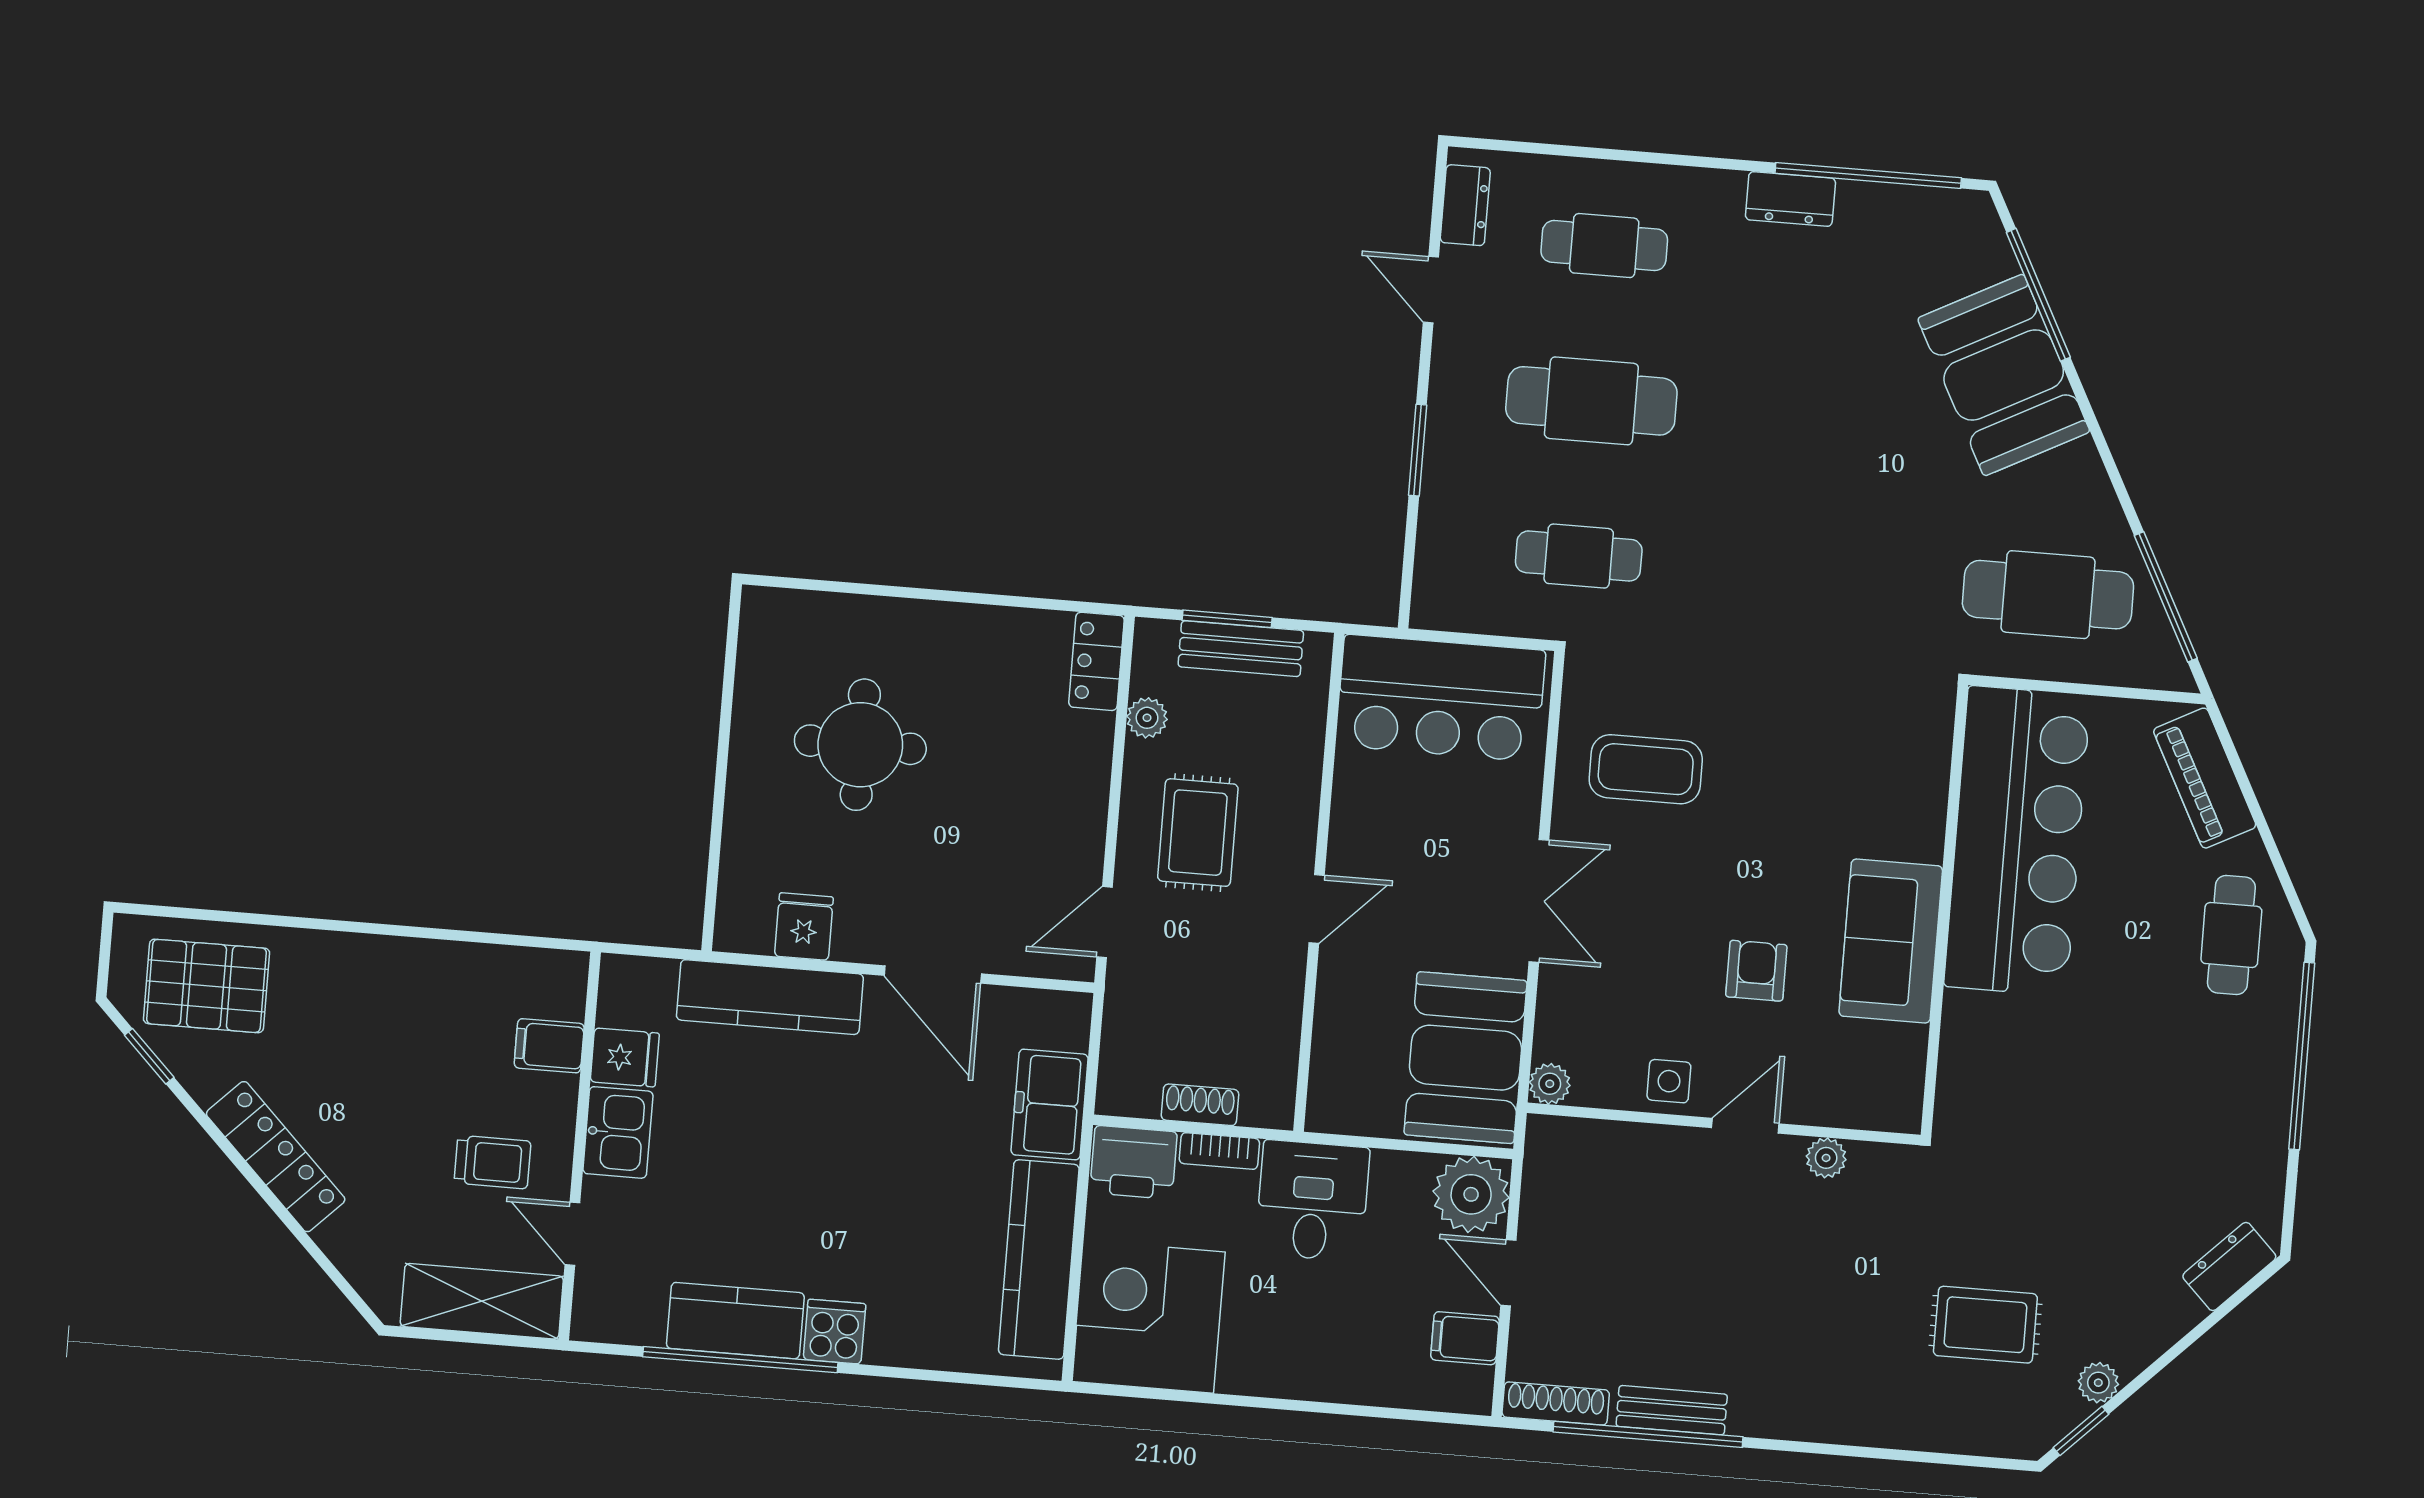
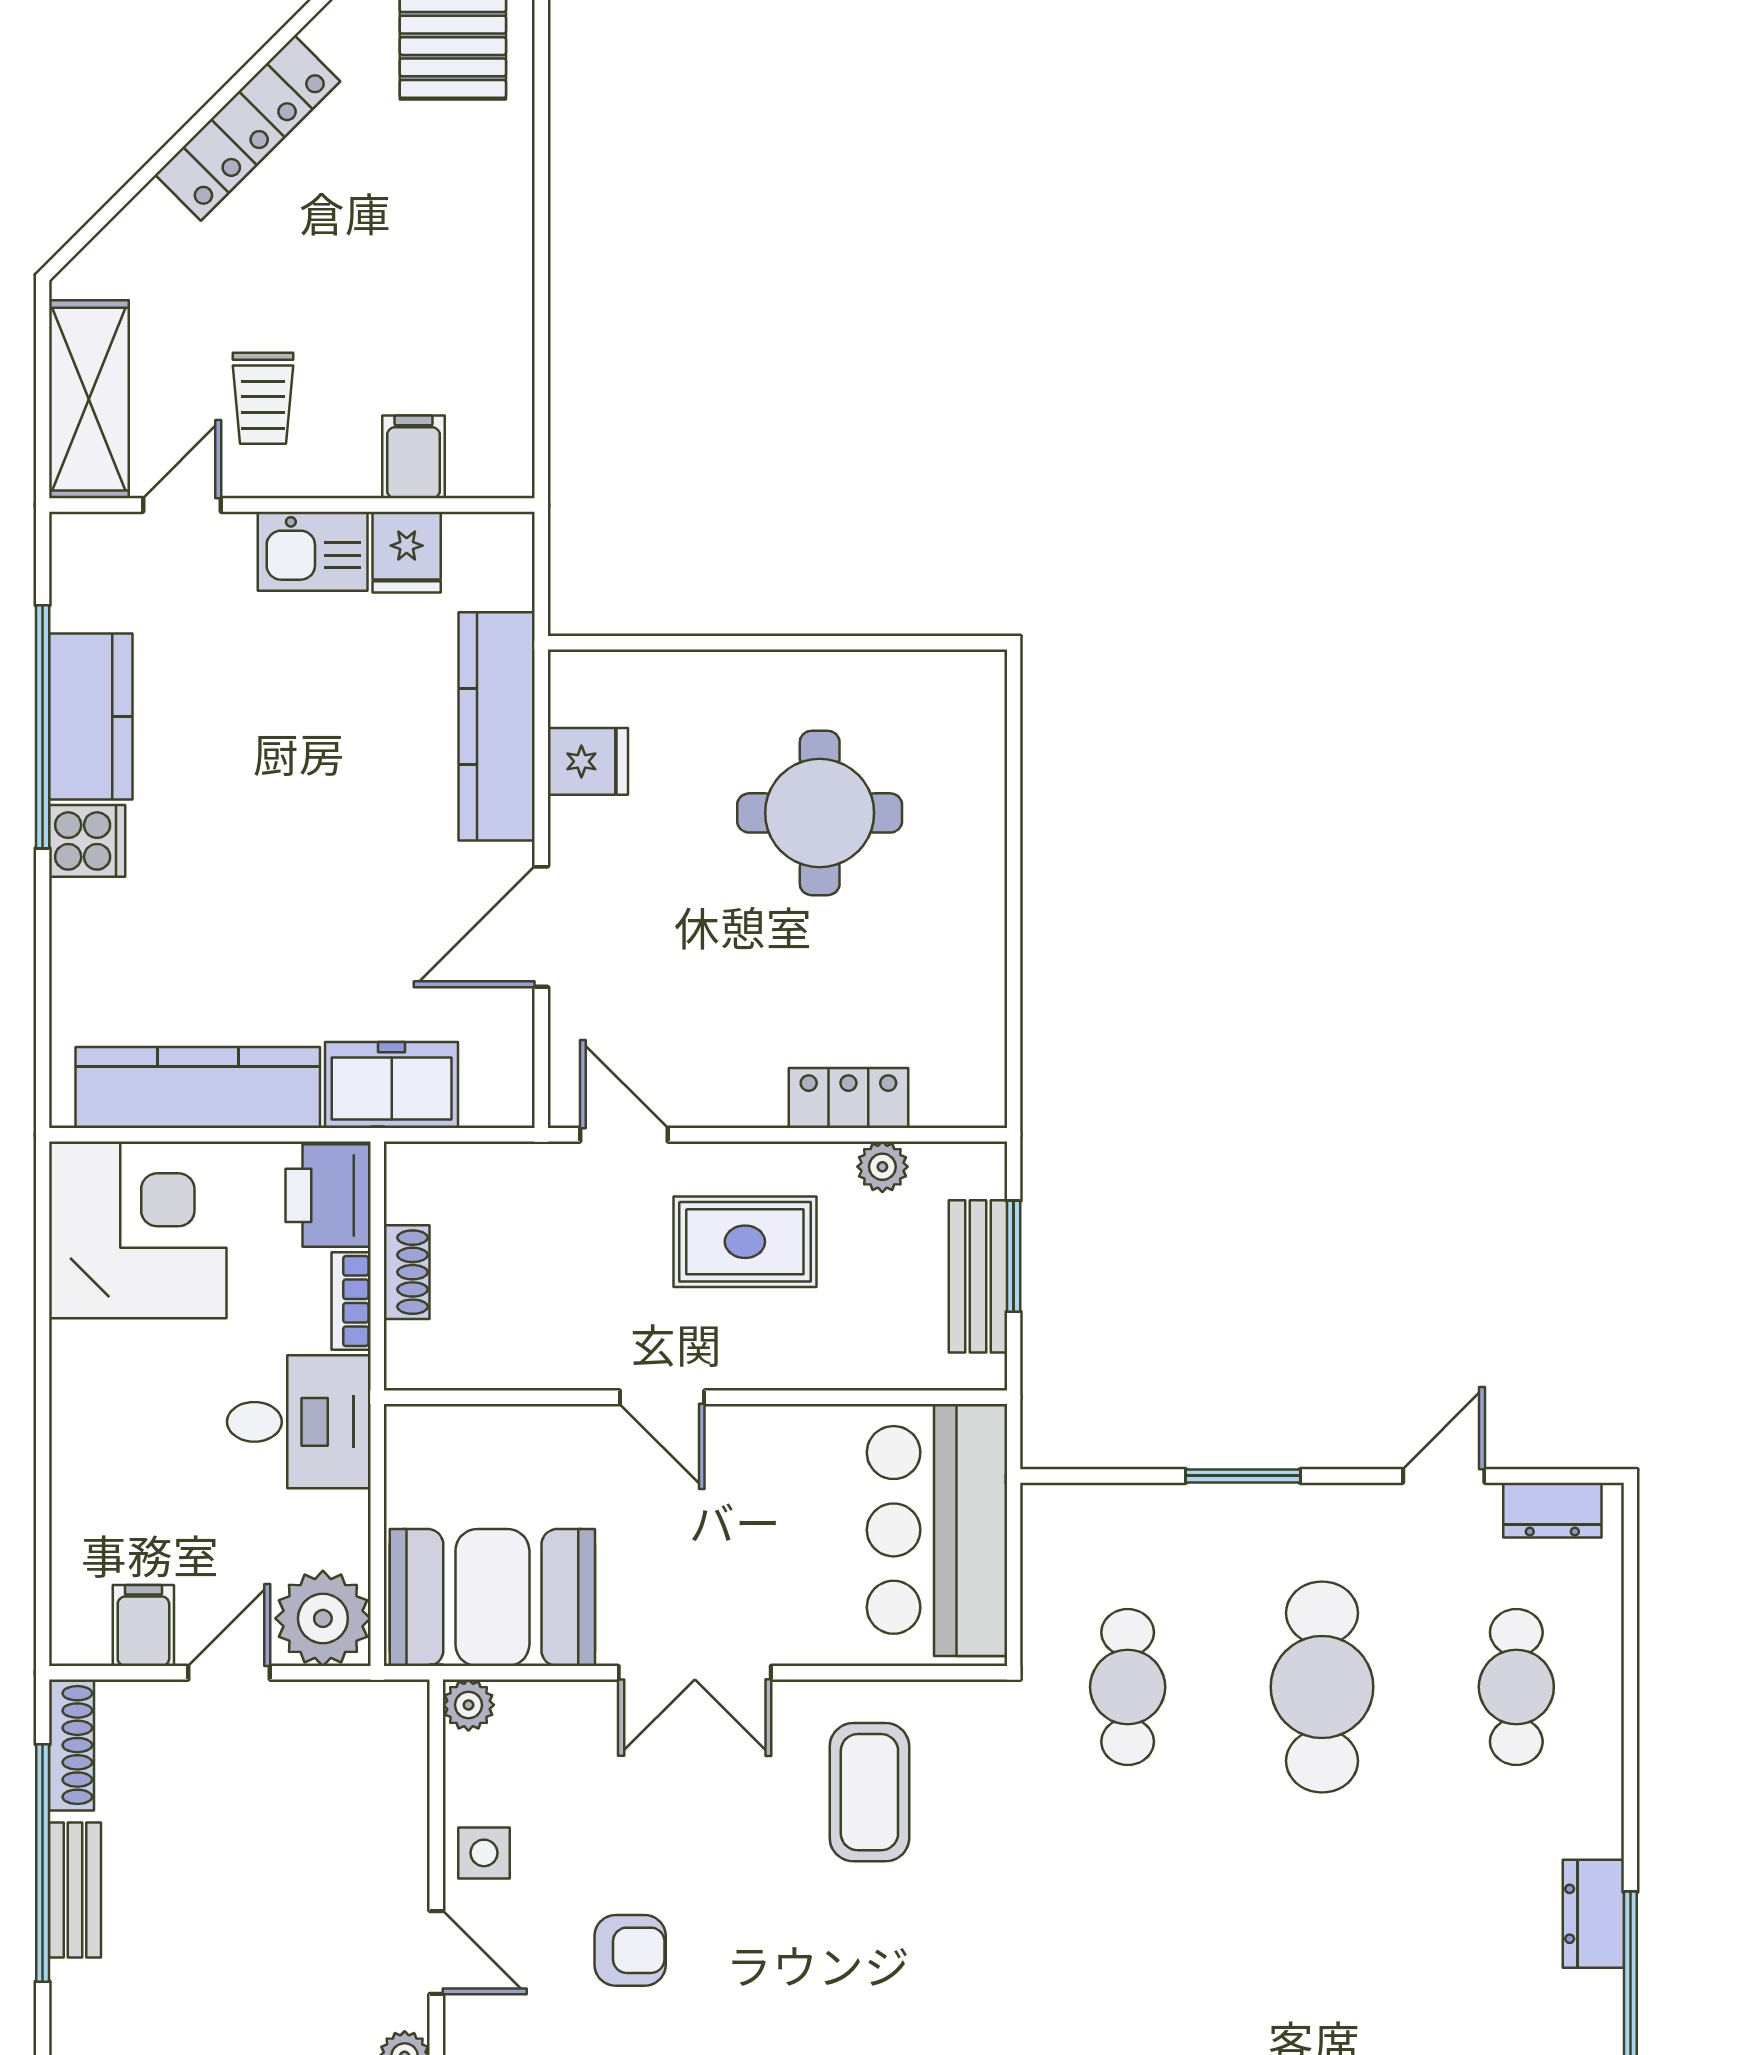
locker: (1096, 661) -> (848, 1098), moved

